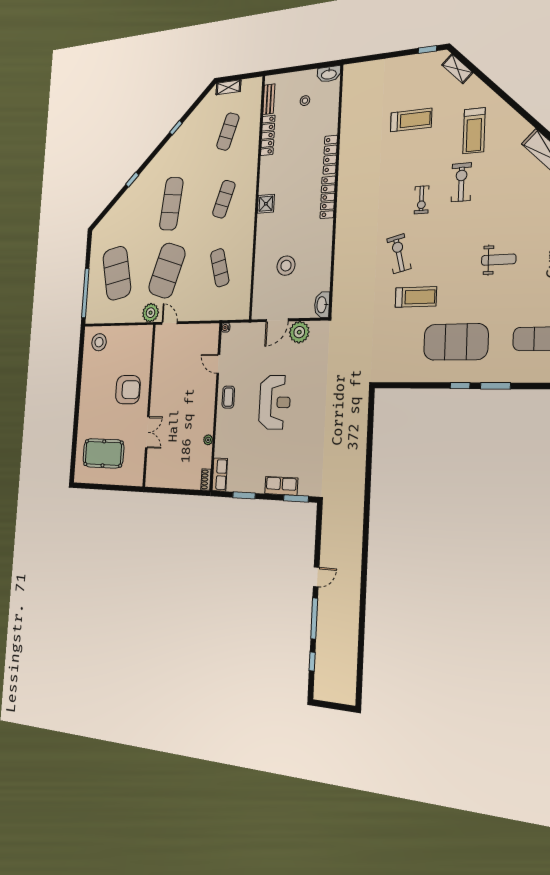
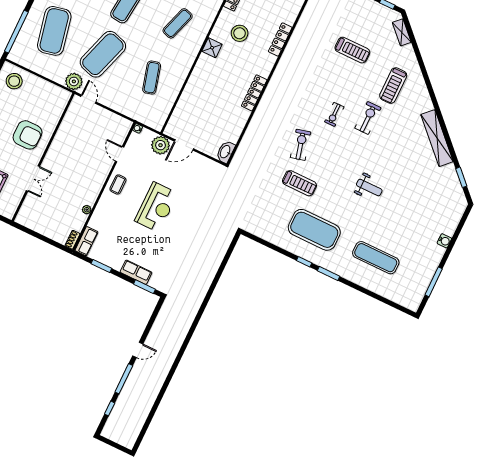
locker: (328, 197) -> (254, 93), moved
stool: (286, 266) -> (240, 33), moved
plant: (299, 332) -> (160, 145), moved

